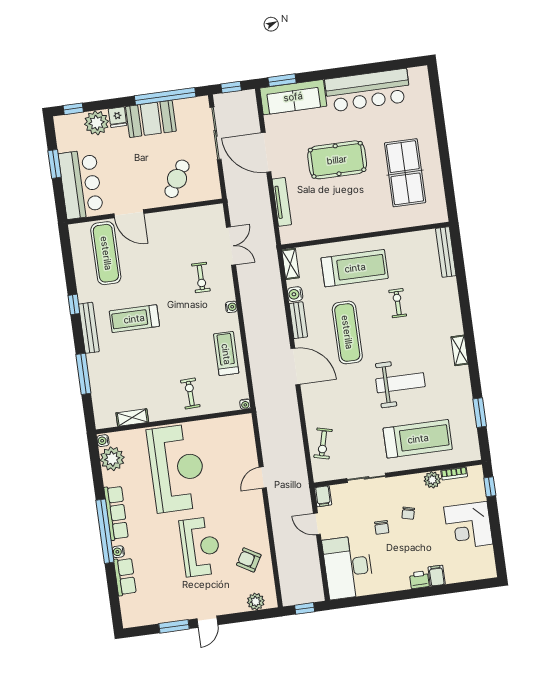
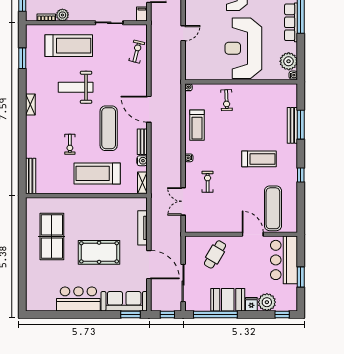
bar counter: (368, 90) -> (78, 299), width x0.73
bench: (89, 328) -> (292, 125), moved
shelving: (132, 418) -> (270, 89), removed
treadmill: (418, 439) -> (69, 46), turned 180

